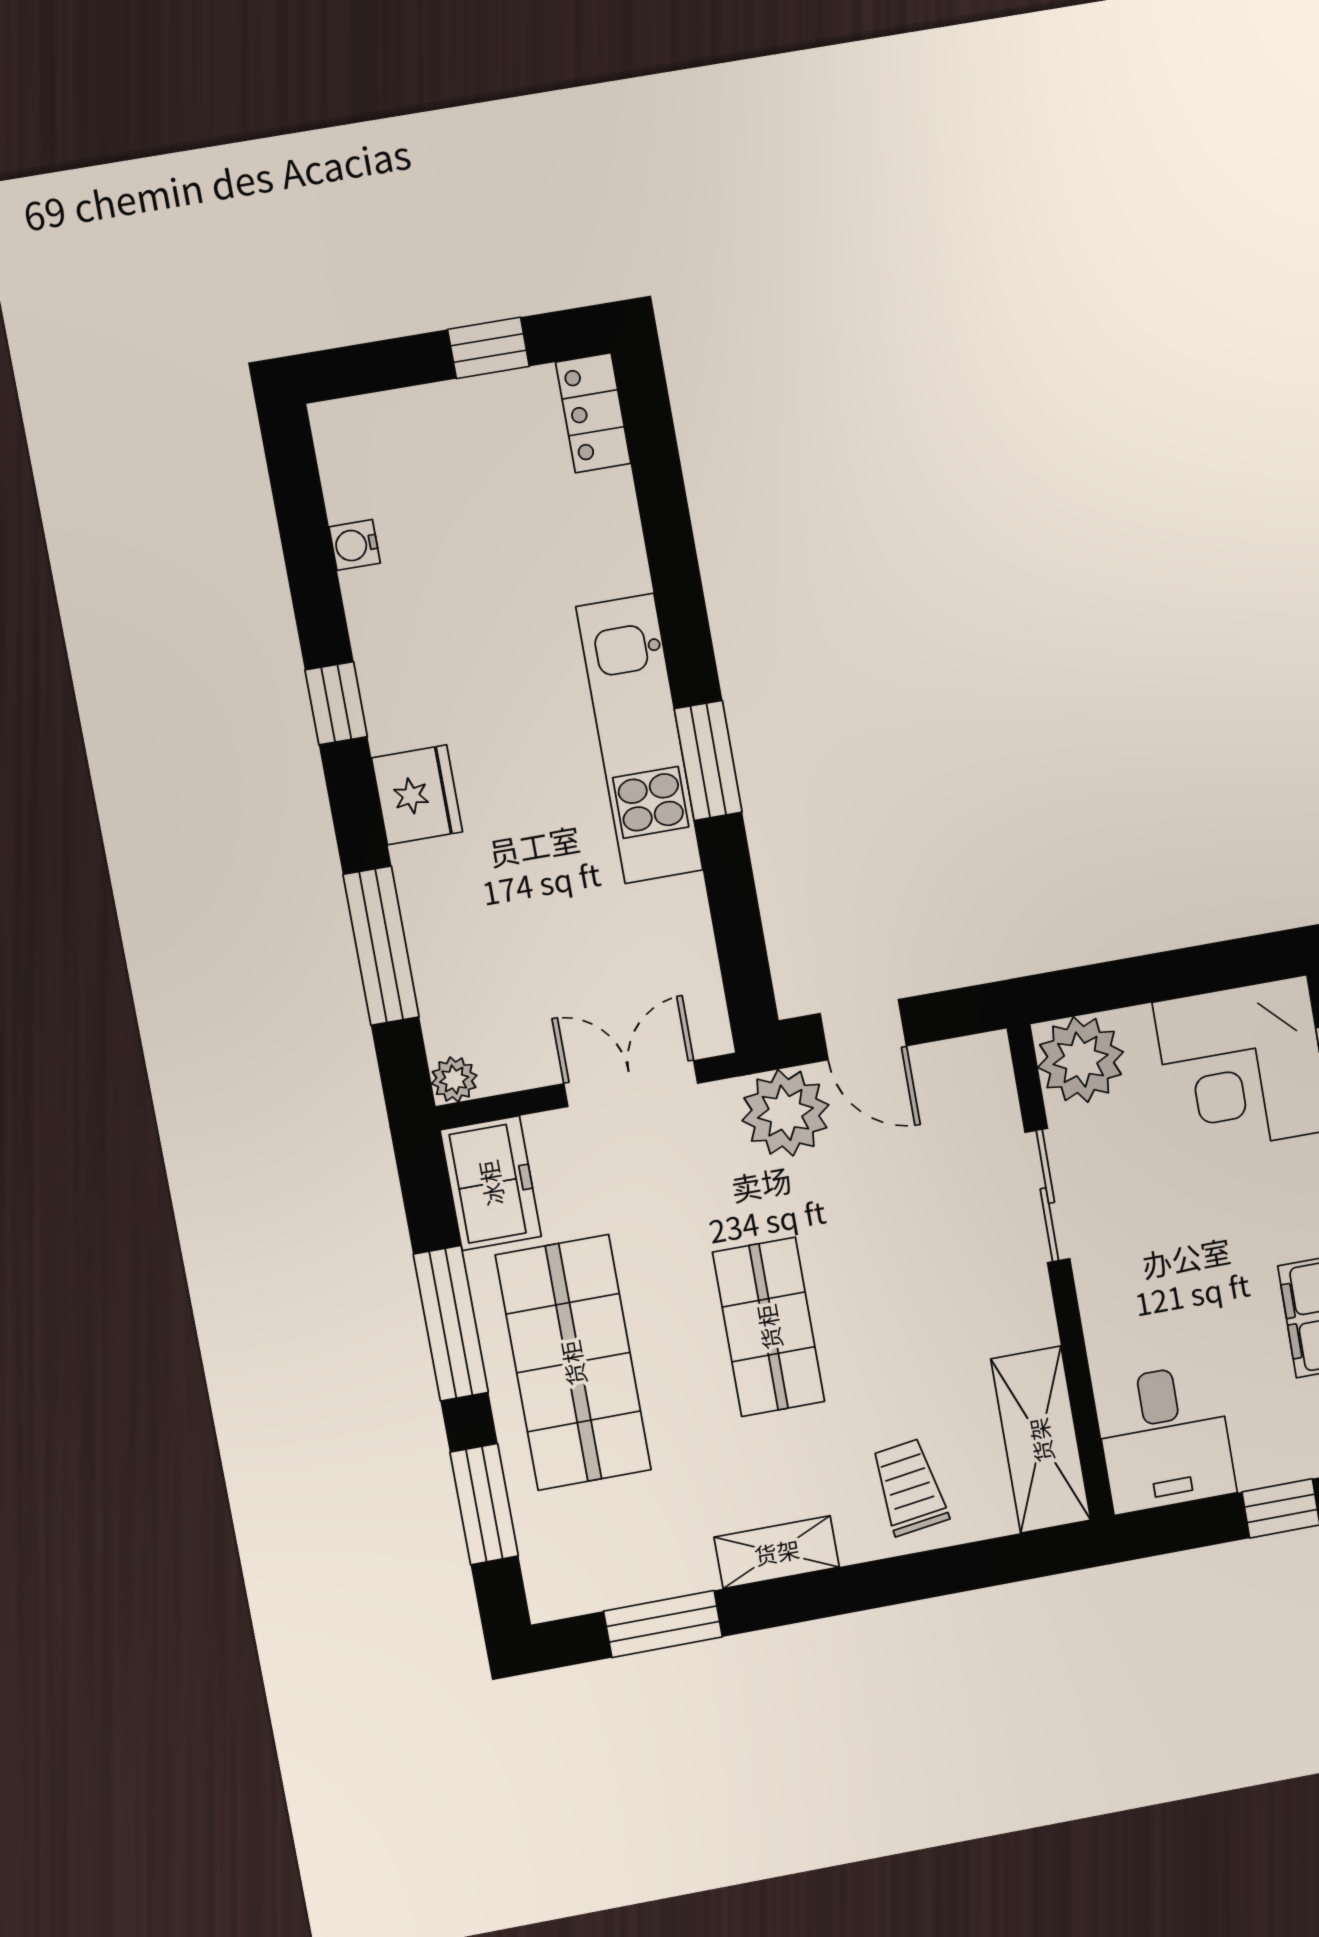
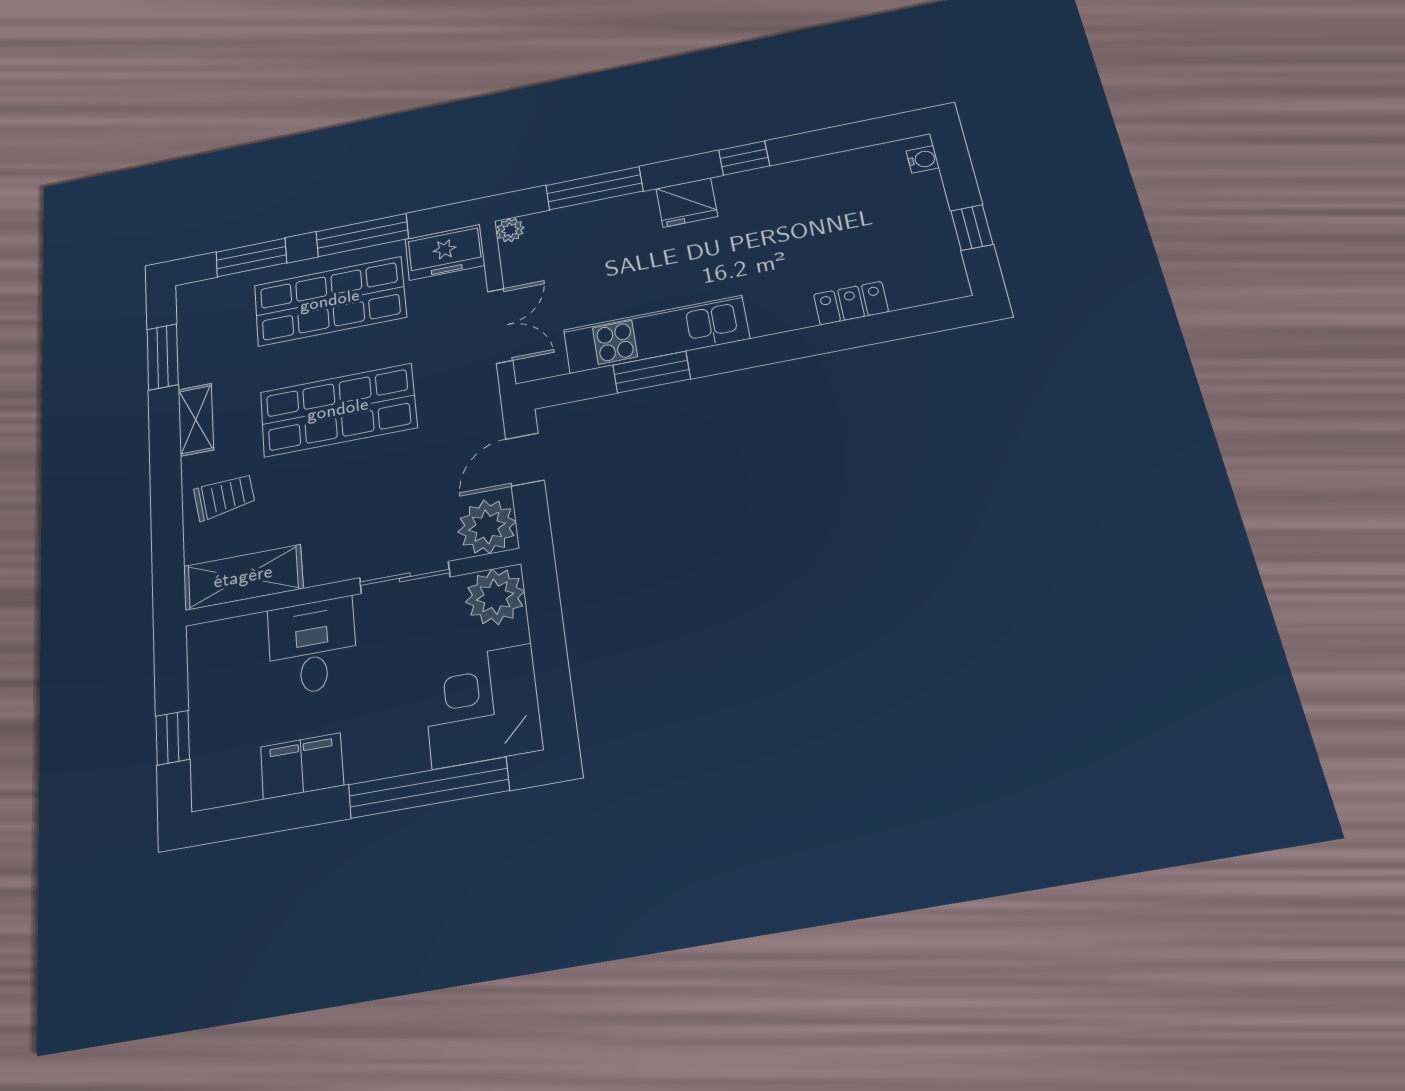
locker: (593, 413) -> (851, 303), moved
water cooler: (355, 545) -> (923, 159), moved, turned 90
kitchen unit: (639, 739) -> (656, 334), moved
window: (708, 760) -> (652, 372), moved
plant: (785, 1113) -> (487, 527), moved
shop shelf: (769, 1327) -> (338, 410), width x1.43, depth x1.36
desk: (1165, 1438) -> (312, 646), moved, turned 90

